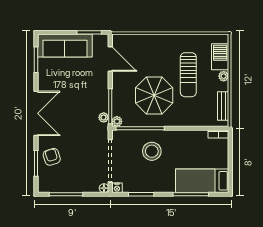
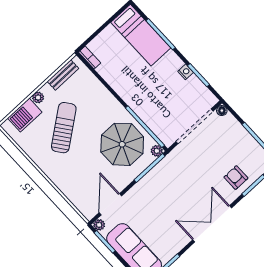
sun lounger: (188, 75) -> (64, 128), turned -37
parasol: (154, 95) -> (122, 144), moved
plant: (104, 117) -> (99, 225), moved
stool: (152, 151) -> (155, 99), removed
armchair: (52, 157) -> (236, 178), turned 107
nightstand: (117, 188) -> (186, 72), moved

